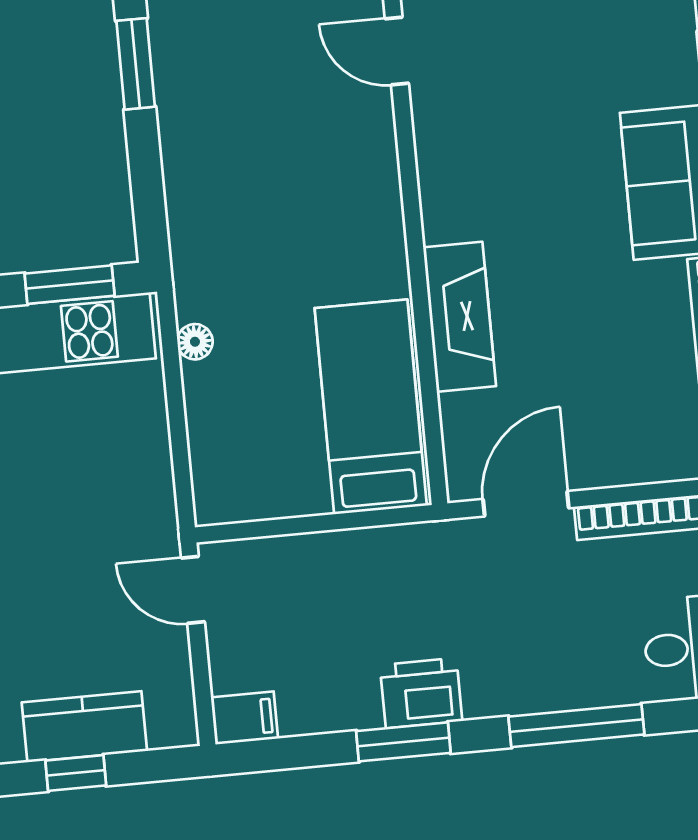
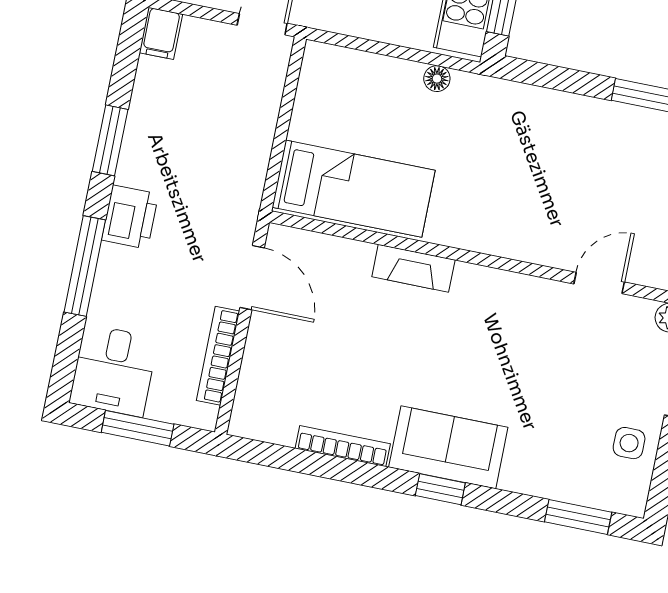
fireplace: (460, 317) -> (413, 268), width x0.73, depth x0.76
printer: (421, 693) -> (130, 217), moved

